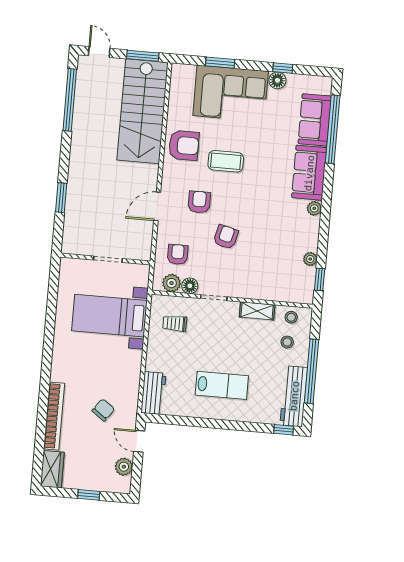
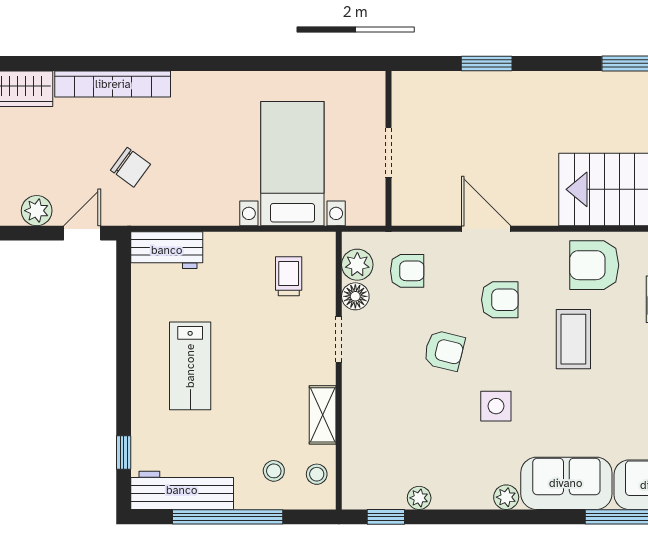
armchair: (184, 145) -> (594, 265), turned 90
side table: (261, 210) -> (496, 406), added
window: (284, 430) -> (124, 453), moved

